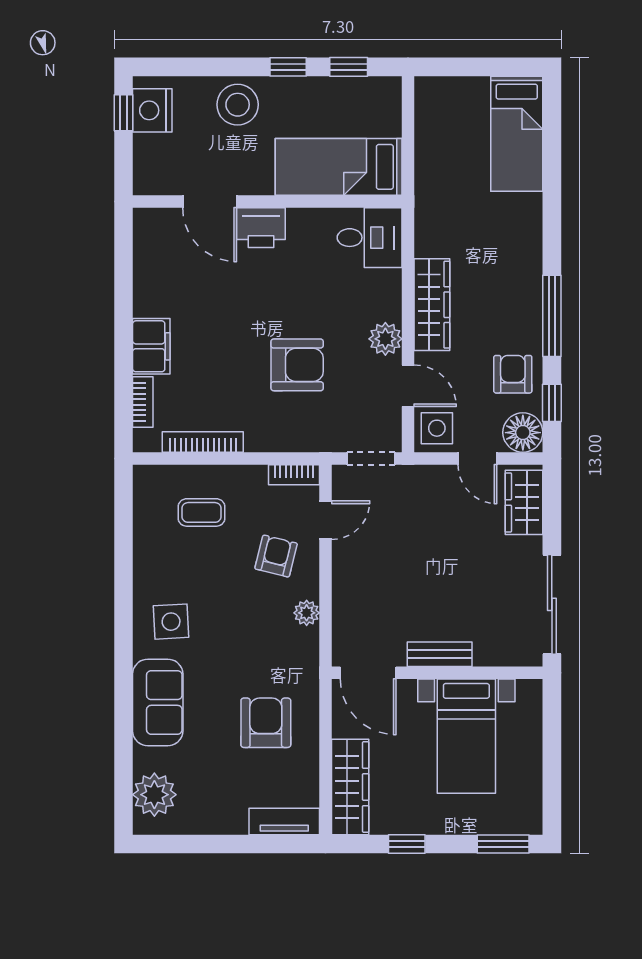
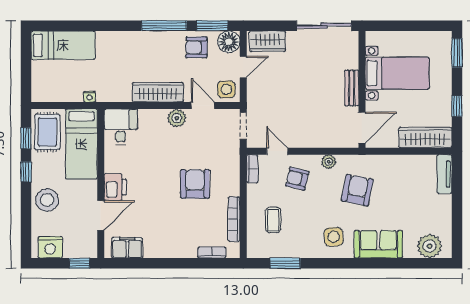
rug: (360, 105) -> (47, 132), added
window: (124, 113) -> (79, 263), moved
nightstand: (424, 181) -> (89, 97), added
filing cabinet: (151, 346) -> (127, 248), moved
armchair: (297, 365) -> (195, 184), moved
door: (408, 386) -> (203, 105), hinge flipped
window: (552, 403) -> (212, 26), width x1.50
window: (124, 534) -> (285, 263), added
armchair: (266, 723) -> (357, 190), moved, turned 101

